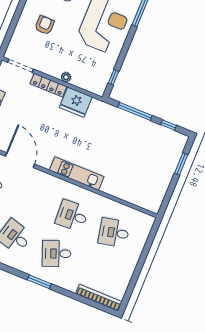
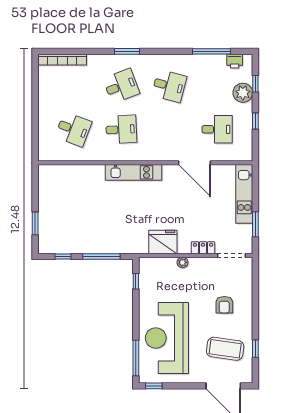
locker: (48, 85) -> (203, 248), width x0.66
desk: (114, 233) -> (73, 129), turned 33

